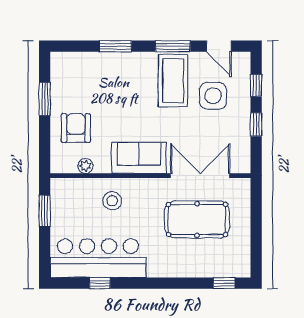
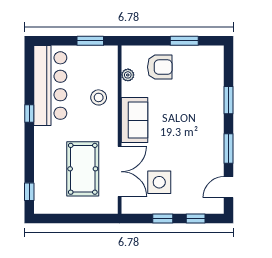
coffee table: (173, 81) -> (200, 149), removed
side table: (213, 96) -> (159, 182), moved
window: (100, 283) -> (29, 113), moved

